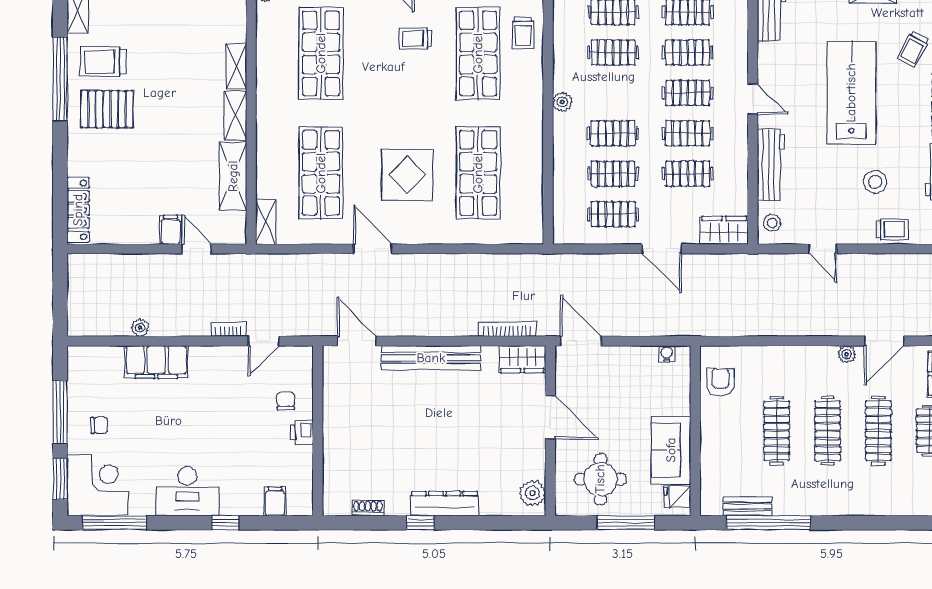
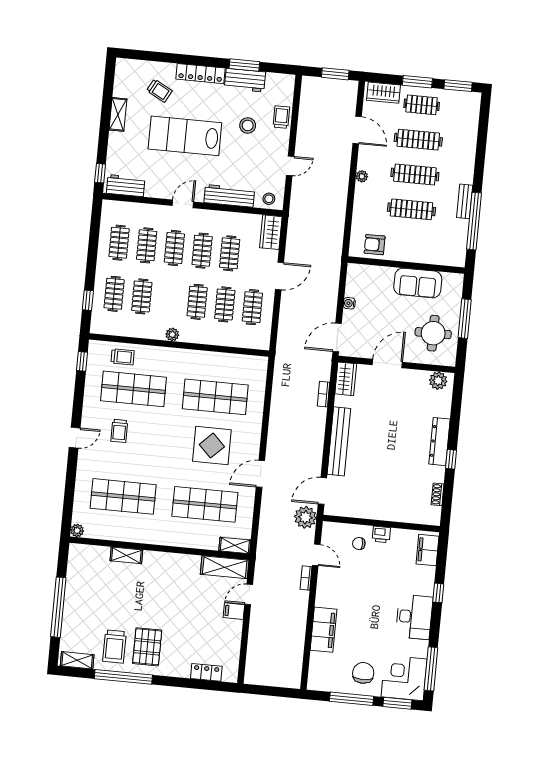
shelving: (235, 115) -> (160, 559), removed
shelving: (233, 176) -> (225, 567), moved
locker: (78, 210) -> (206, 672), width x0.66
plant: (140, 328) -> (305, 517), moved, width x1.88, depth x1.88
bookcase: (507, 329) -> (323, 394), width x0.64
water cooler: (667, 354) -> (349, 303), moved
plant: (847, 354) -> (362, 176), moved
chair: (99, 425) -> (363, 673), width x1.87, depth x1.87
fridge: (677, 497) -> (450, 282), removed
filing cabinet: (275, 501) -> (427, 550), width x2.00
bench: (748, 506) -> (465, 201), moved

